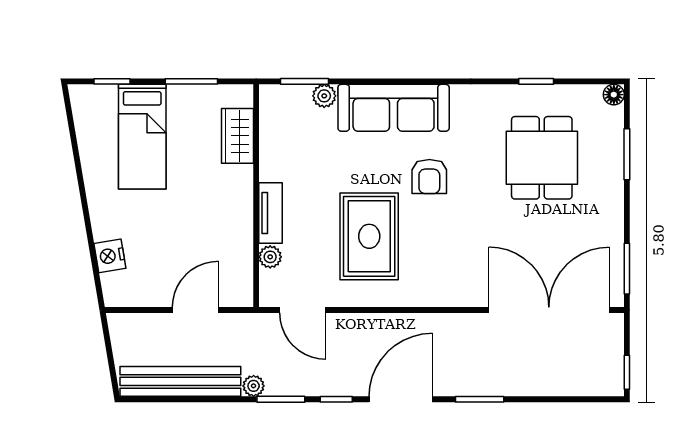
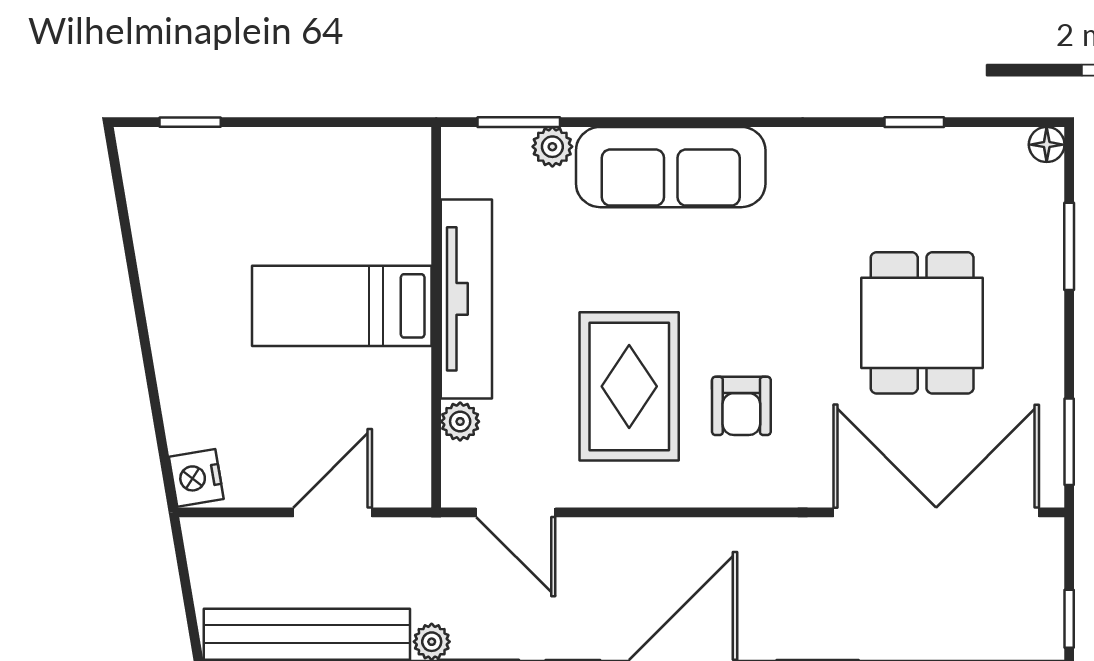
window: (191, 81) -> (326, 122), removed
wardrobe: (237, 136) -> (404, 215), removed
bed: (142, 137) -> (342, 306), moved, turned 90
dining table: (542, 158) -> (922, 323), moved
armchair: (429, 177) -> (741, 406), moved
tv unit: (271, 213) -> (466, 299), width x1.92, depth x1.29
nightstand: (110, 256) -> (196, 478), moved

